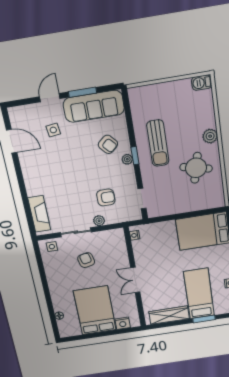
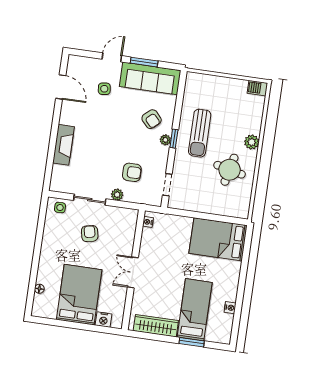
fireplace: (39, 214) -> (63, 145), moved

